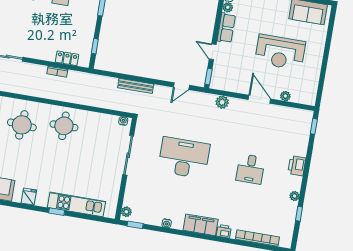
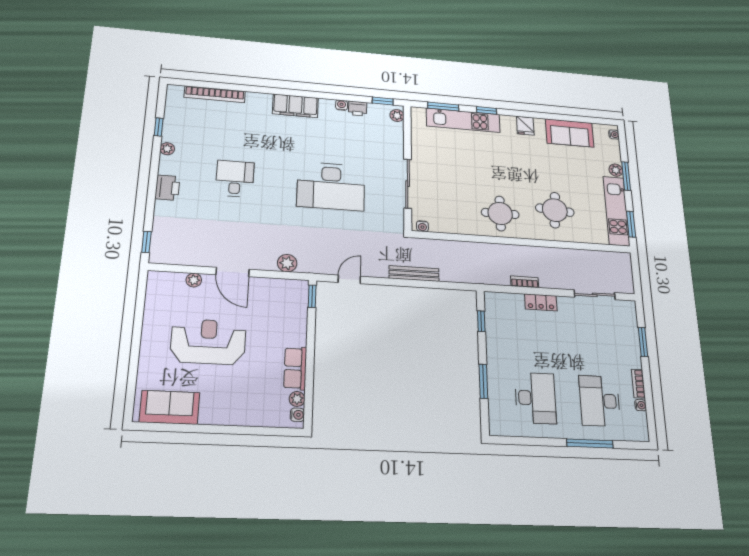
door: (213, 52) -> (311, 332), removed
locker: (67, 58) -> (541, 302), moved
window: (90, 217) -> (443, 107), added
printer: (224, 231) -> (358, 109), moved

